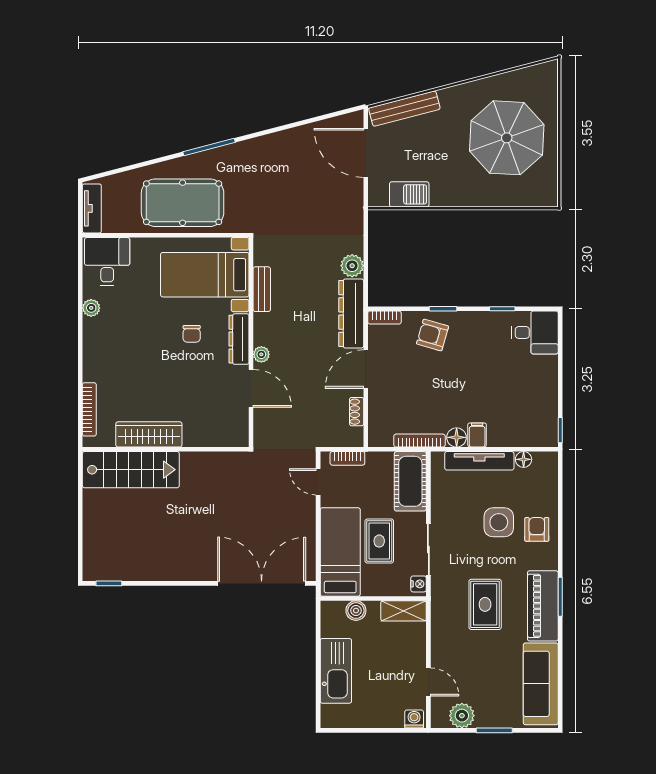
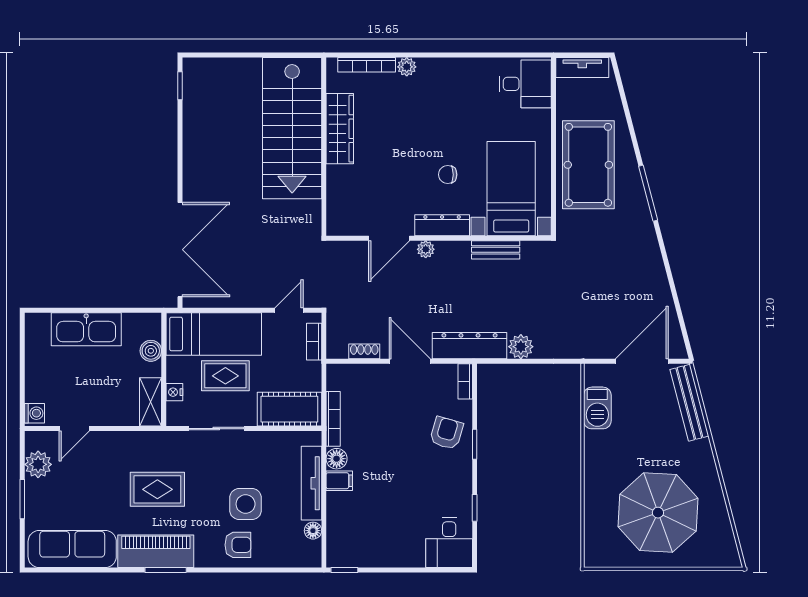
plant: (91, 308) -> (407, 67), moved
stairs: (131, 470) -> (292, 128), width x1.36, depth x1.51
nightstand: (419, 584) -> (174, 392), moved, turned 90

